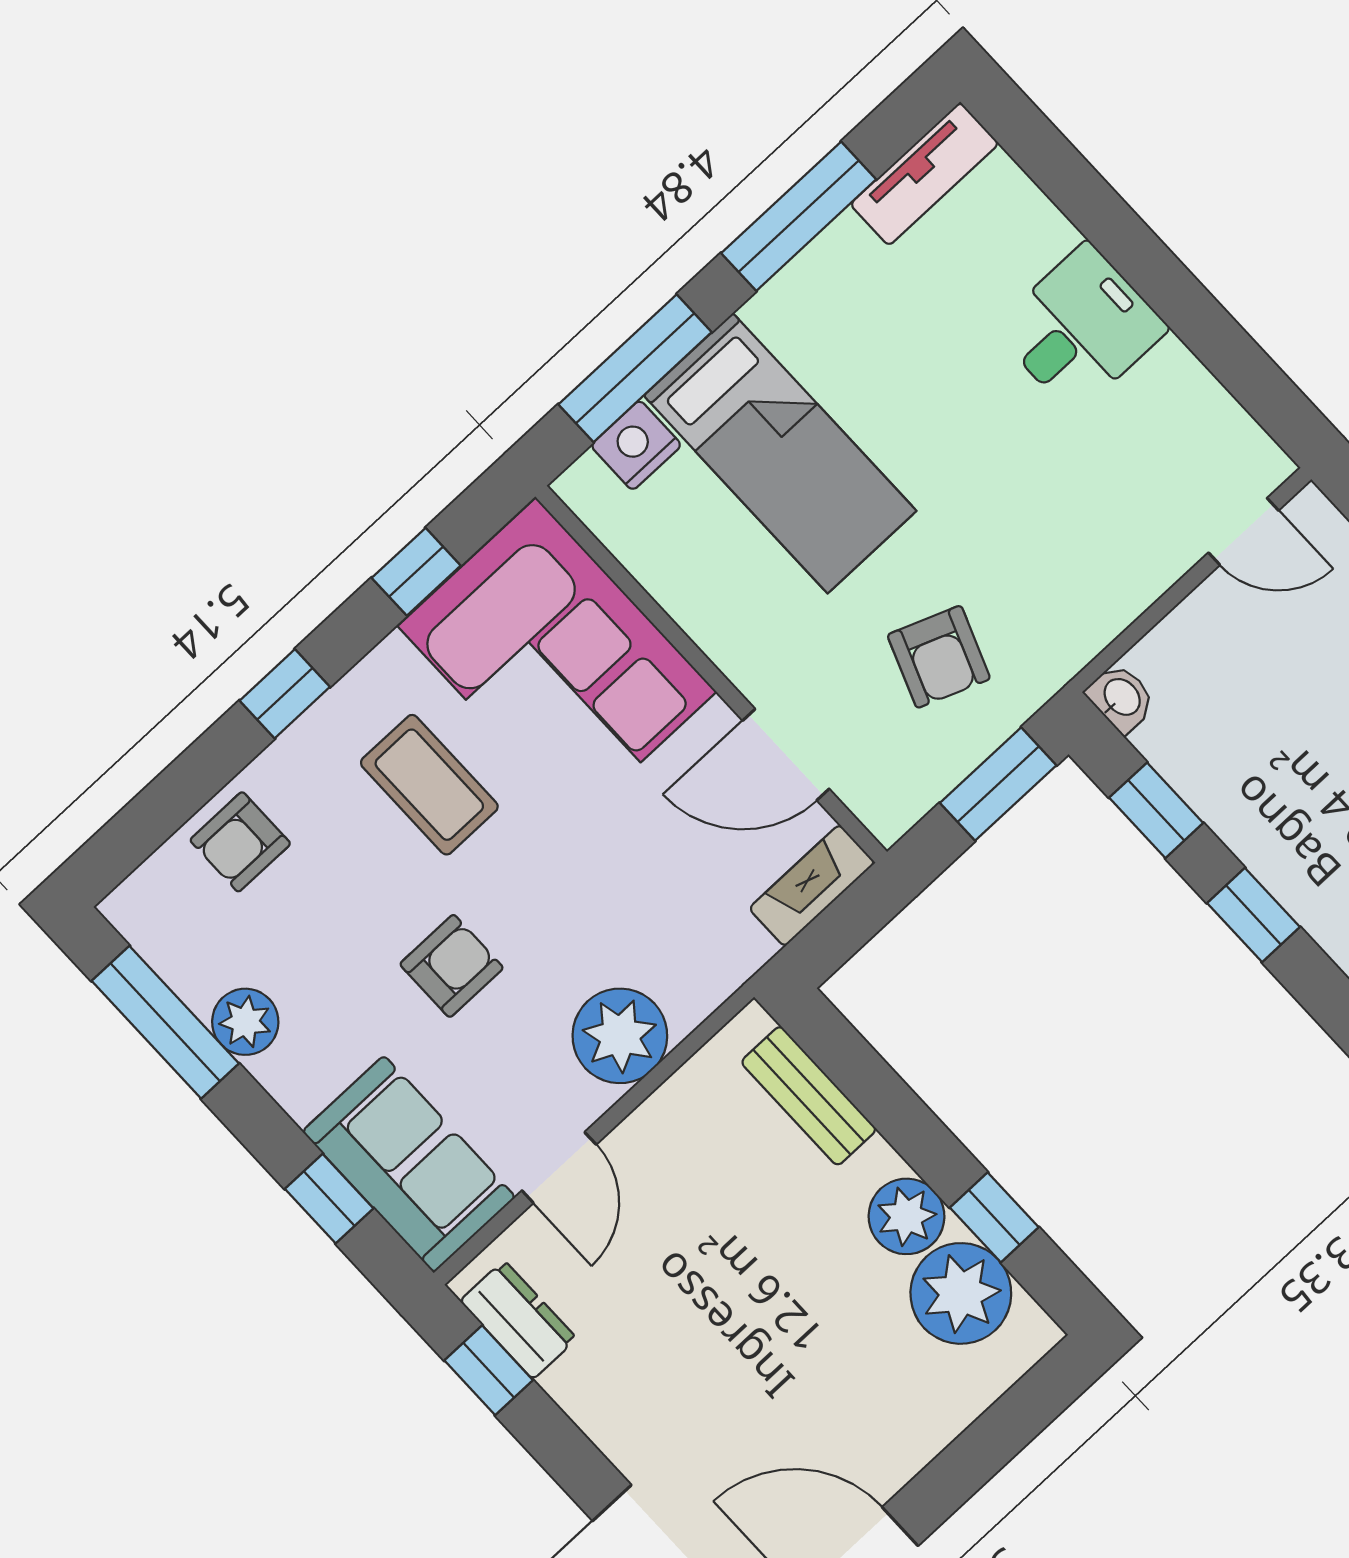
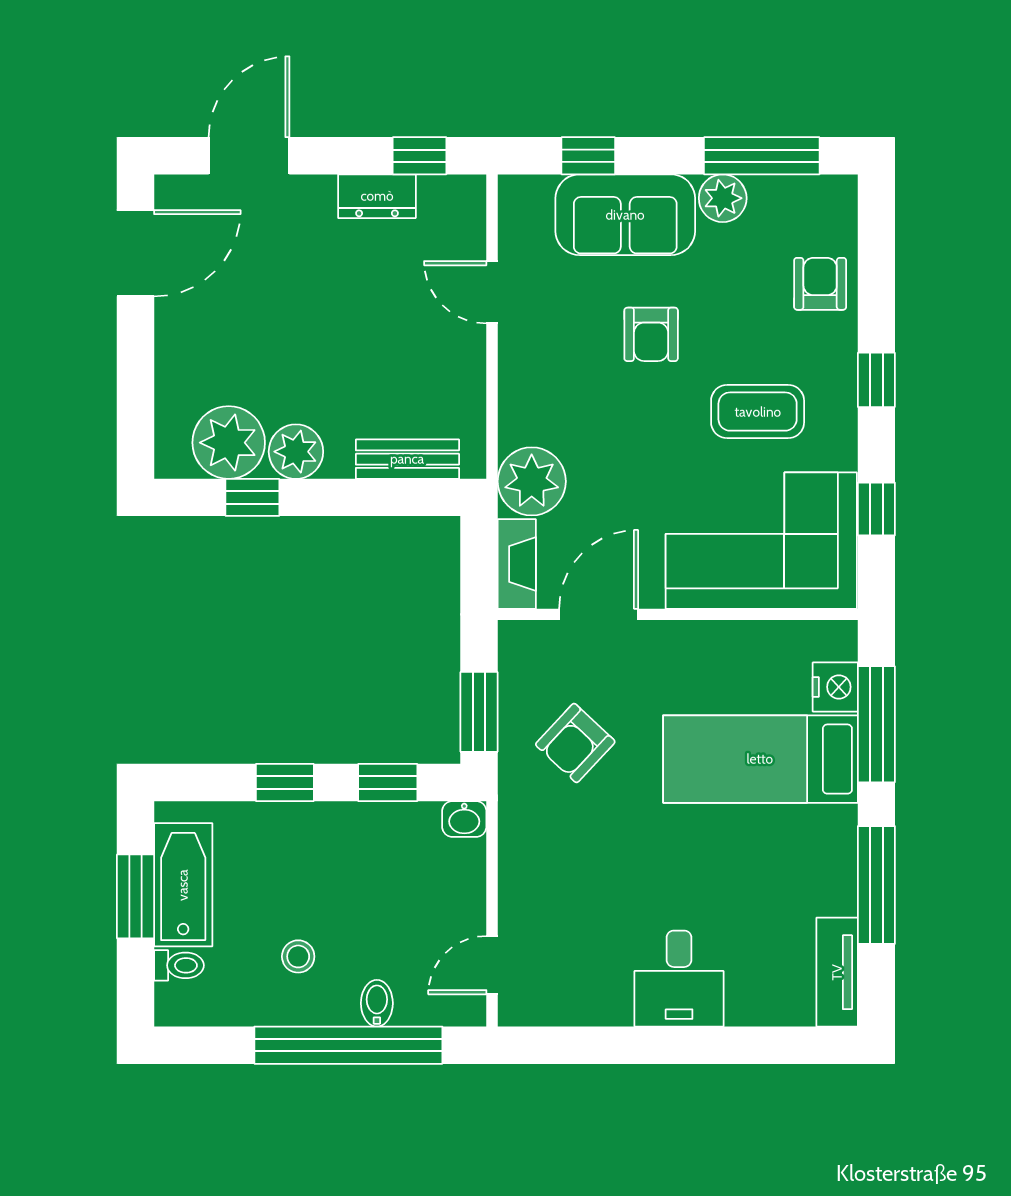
armchair: (939, 657) -> (575, 743), turned -68
plant: (620, 1036) -> (532, 481), moved
sofa: (409, 1164) -> (625, 215), moved
dresser: (518, 1320) -> (377, 196), moved

